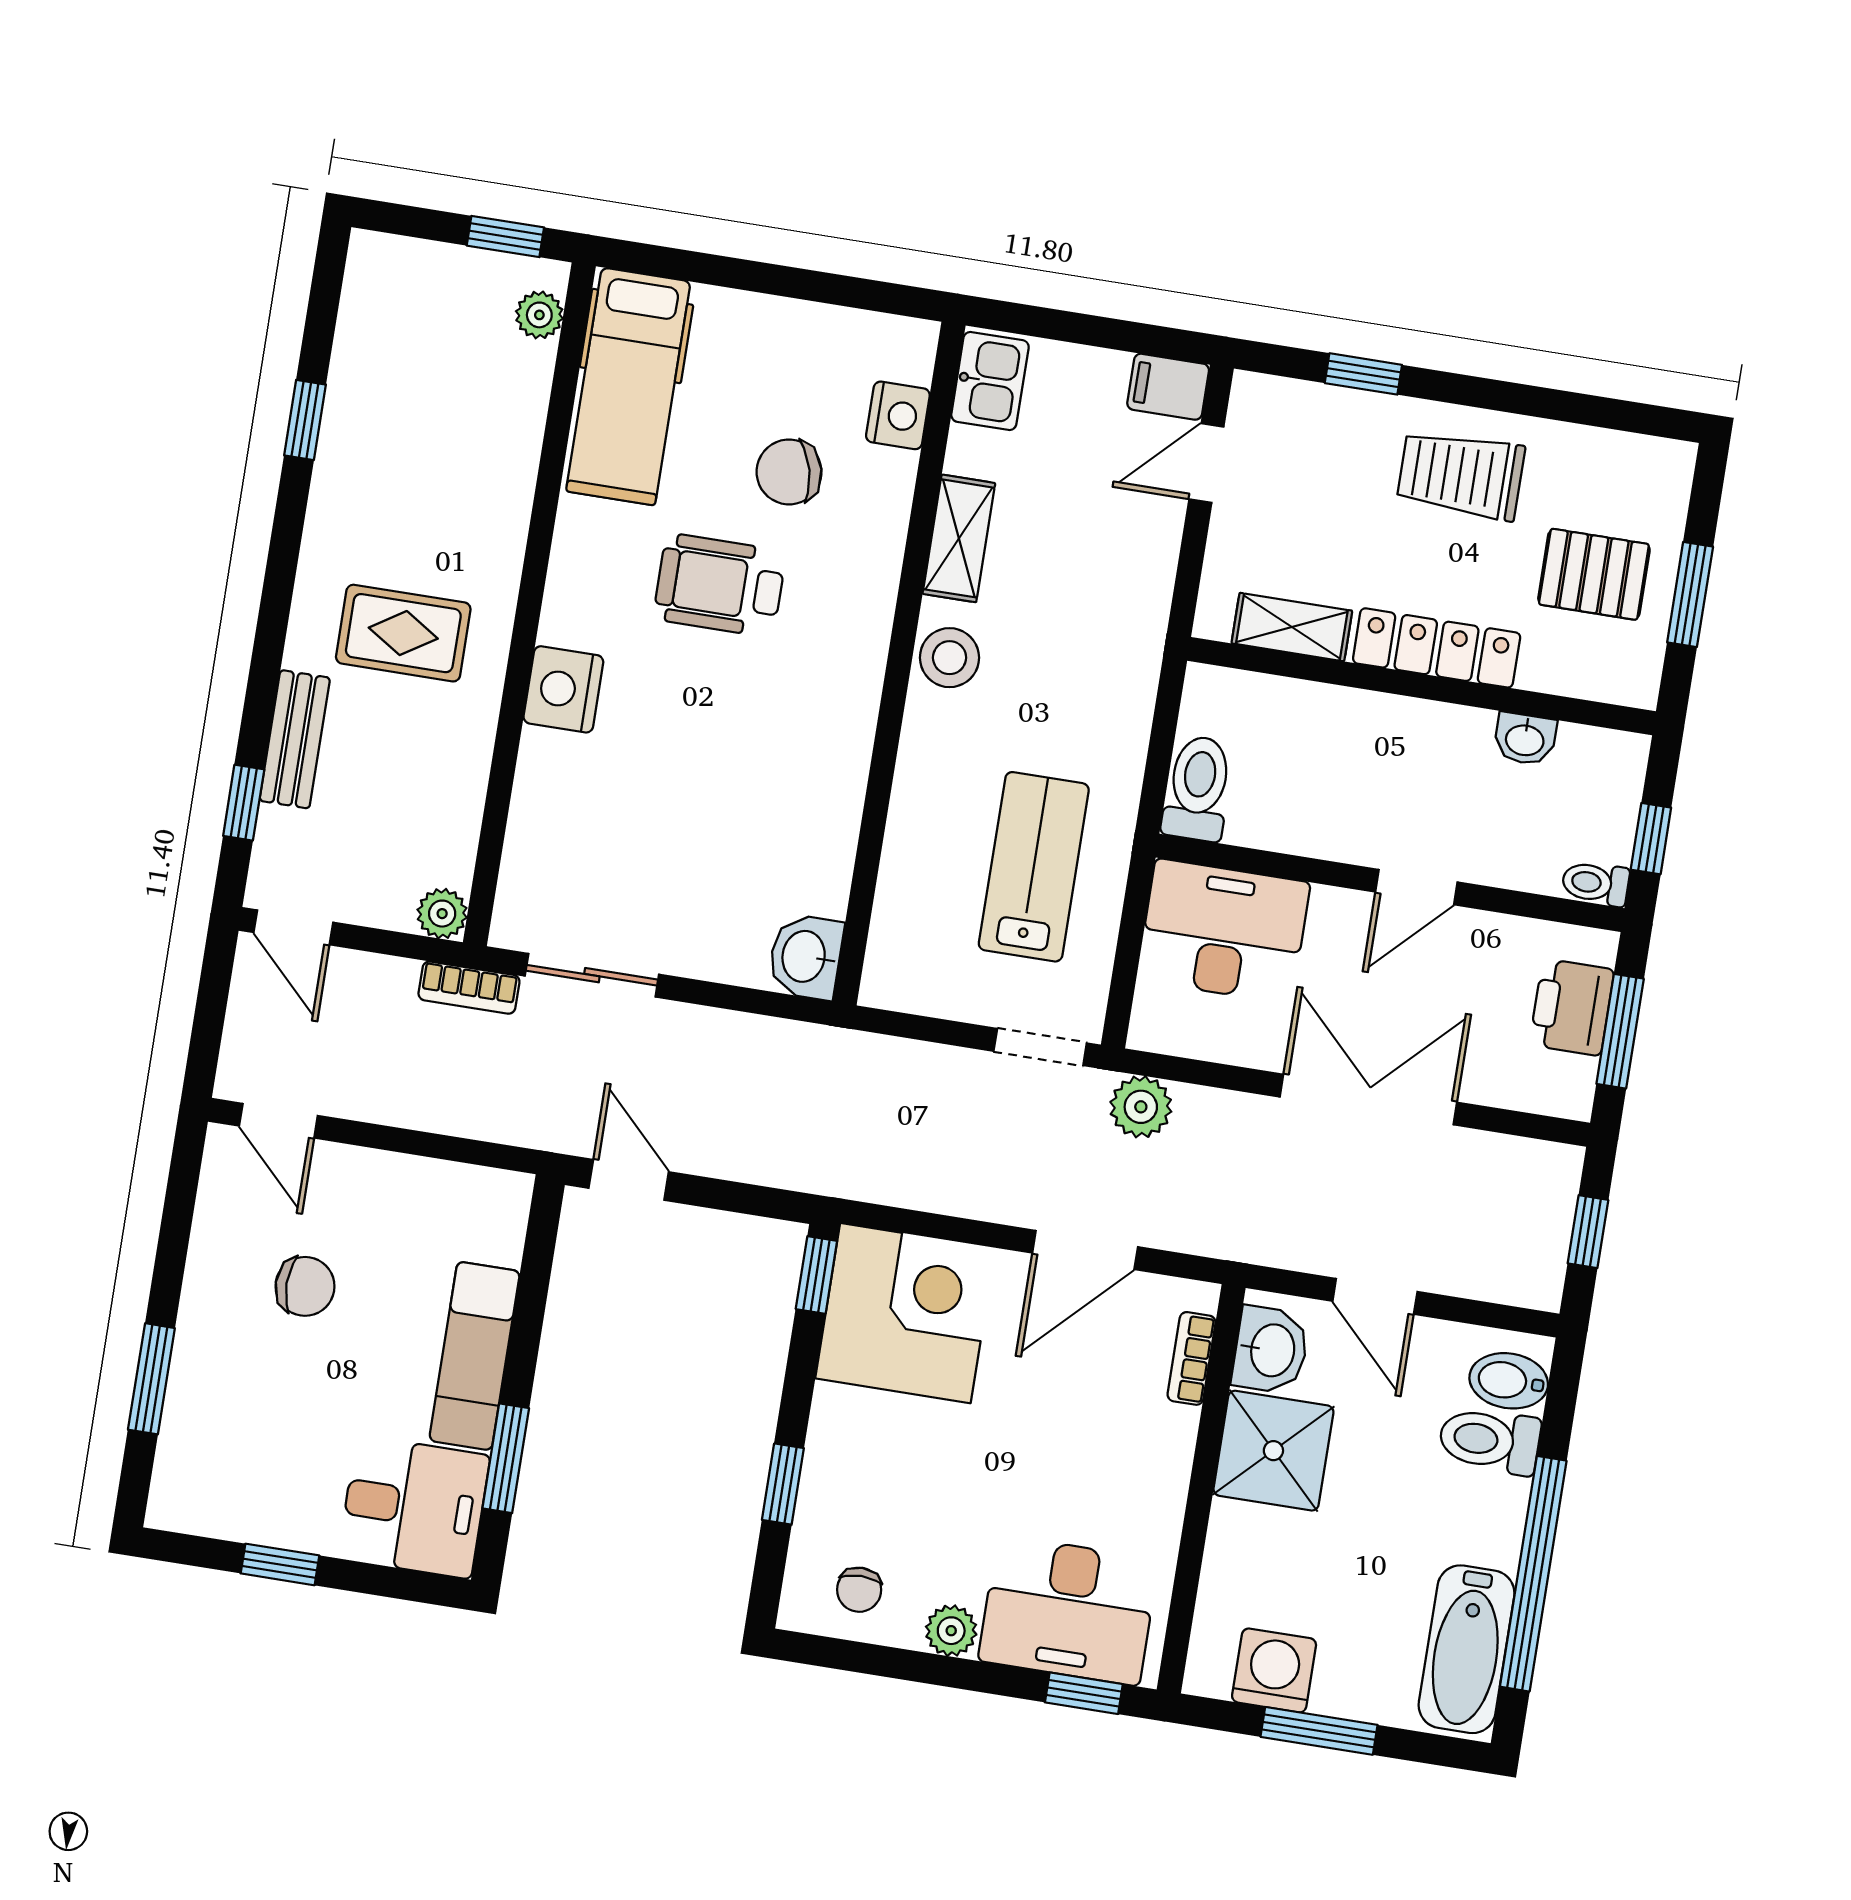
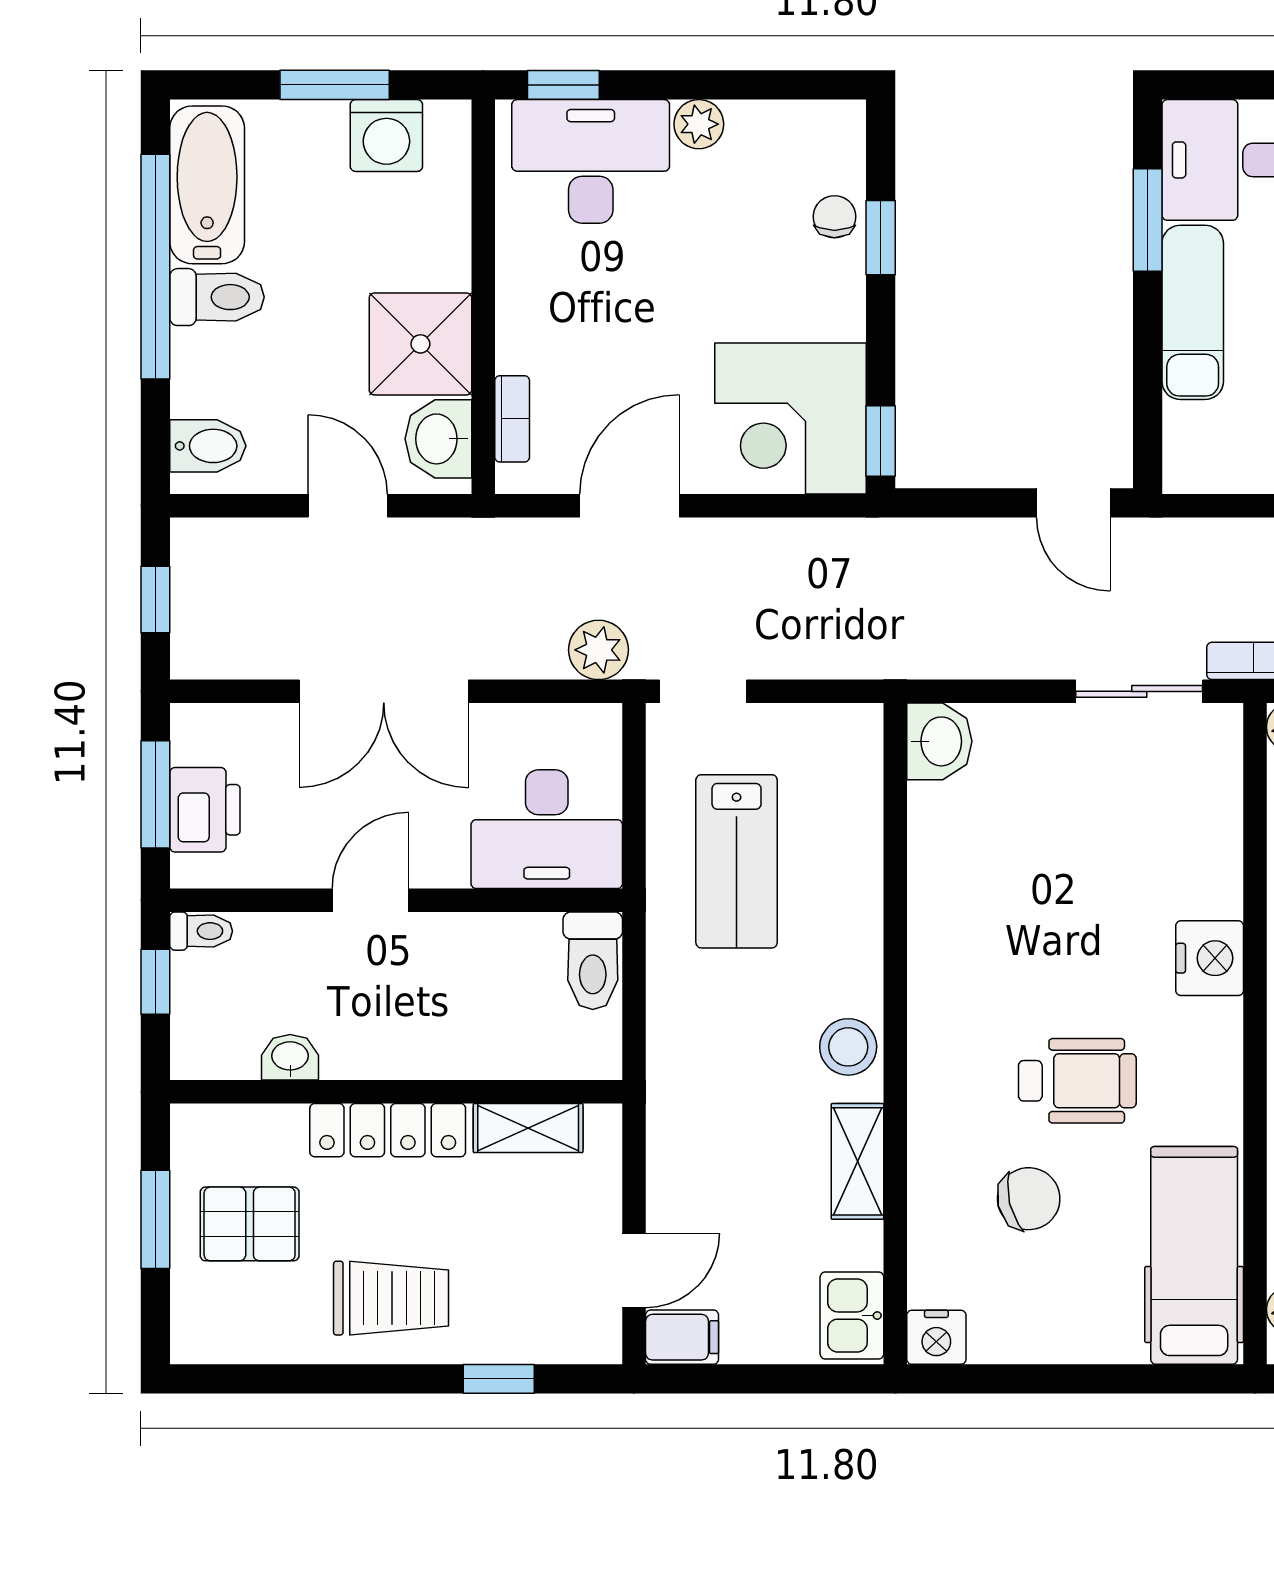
nightstand: (898, 415) -> (936, 1337), moved, turned -90
toilet: (1490, 1441) -> (217, 297), moved
chair: (859, 1590) -> (834, 217), moved

